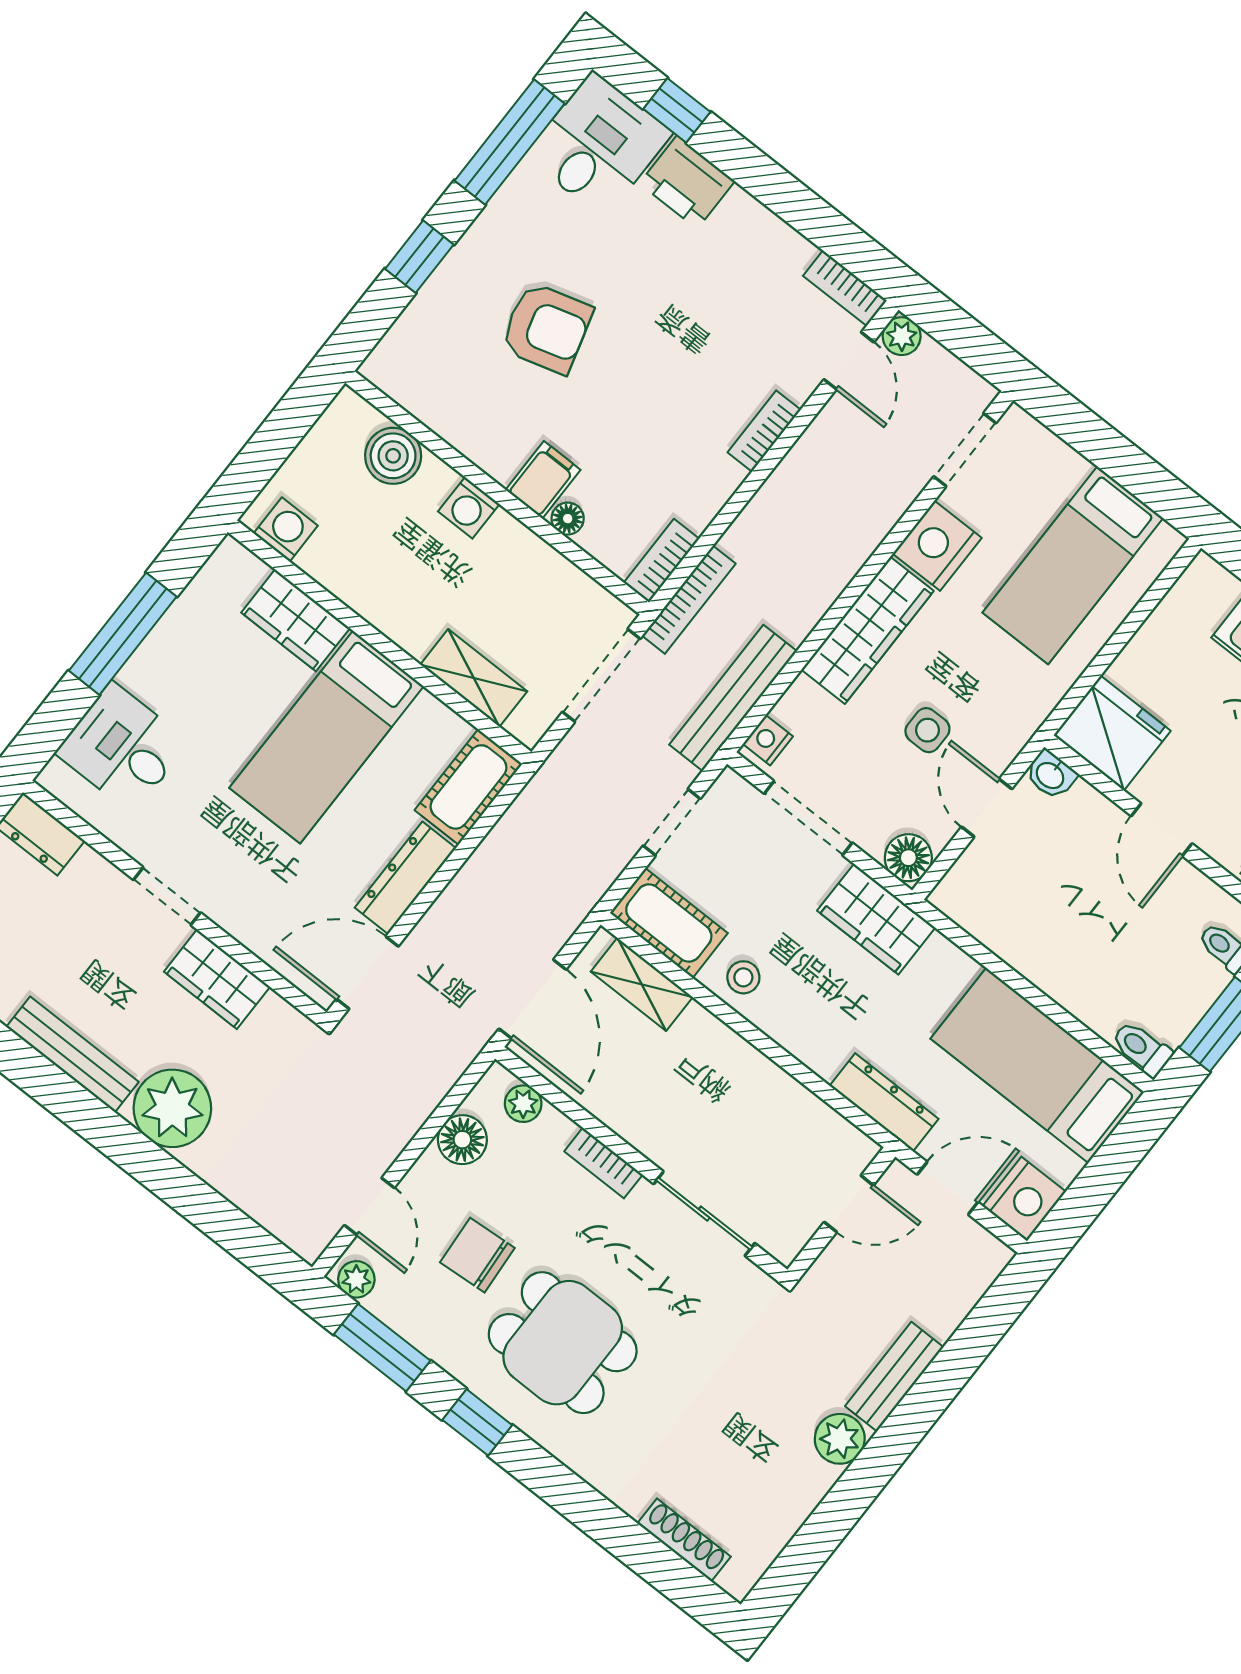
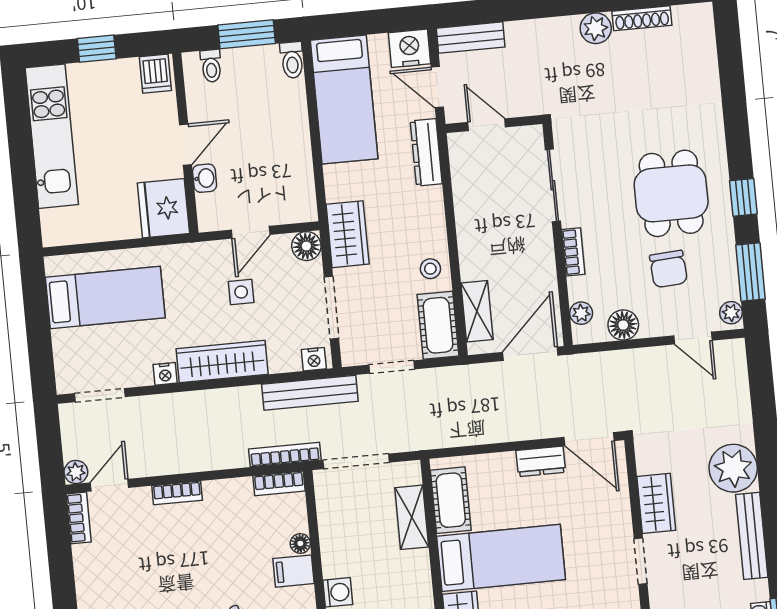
nightstand: (937, 546) -> (165, 374), width x0.53, depth x0.56
washbasin: (1051, 775) -> (205, 178), moved
cot: (468, 787) -> (451, 500), moved, turned 90
dresser: (405, 878) -> (541, 461), width x0.70
door: (369, 1207) -> (693, 338), swing flipped
bench: (894, 1377) -> (471, 38), moved
shoe rack: (684, 1540) -> (642, 18), moved, turned -90

